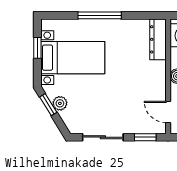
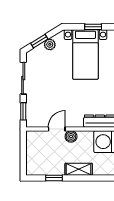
window: (48, 105) -> (39, 41), moved
door: (168, 112) -> (57, 129), moved

